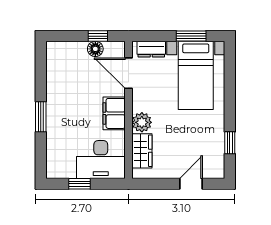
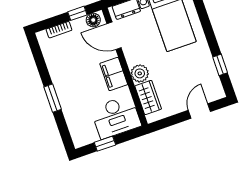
bookcase: (73, 47) -> (59, 30), added
floor lamp: (95, 49) -> (93, 20), moved

